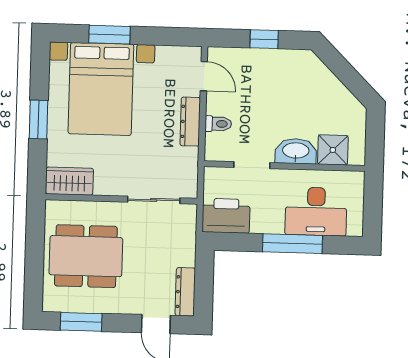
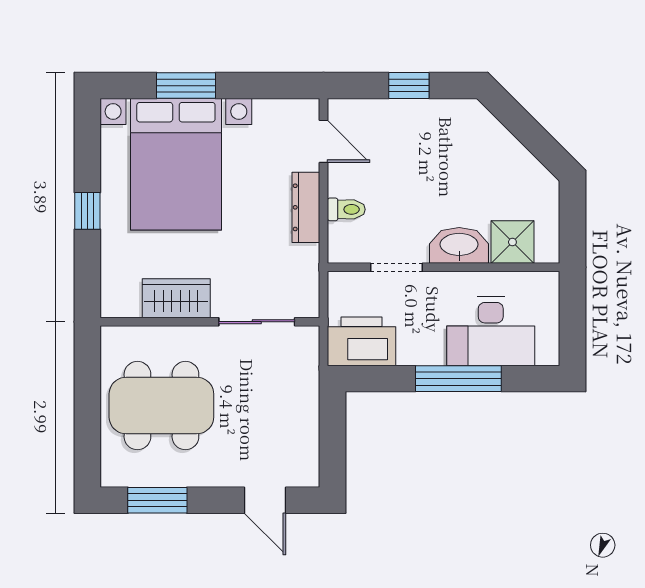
window: (39, 120) -> (87, 211), width x0.67
wardrobe: (69, 181) -> (176, 298), moved
dresser: (185, 292) -> (306, 453), removed

